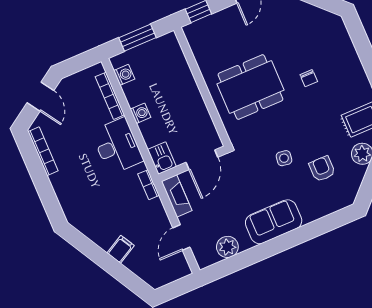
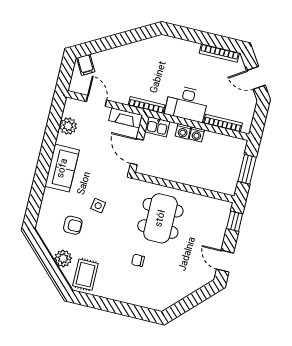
washing machine: (124, 75) -> (183, 131), moved
bookcase: (149, 185) -> (147, 105), width x1.56
filing cabinet: (121, 249) -> (86, 65), moved

